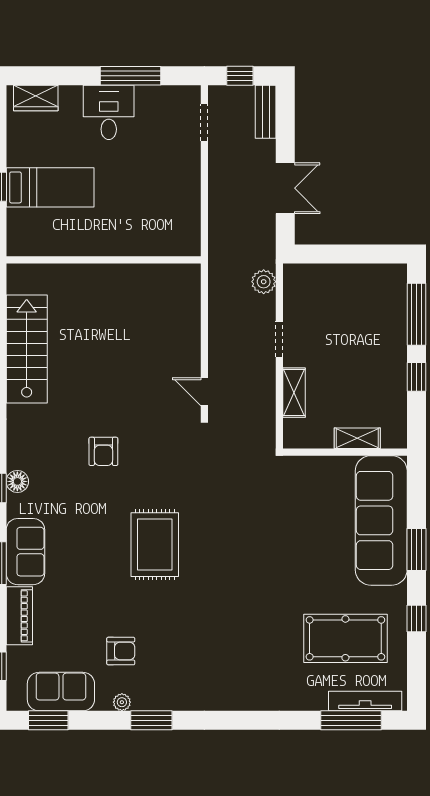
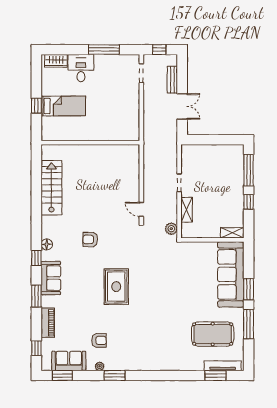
desk: (109, 112) -> (81, 68), moved
bench: (266, 112) -> (172, 80), moved
plant: (264, 282) -> (171, 229), moved
shelving: (357, 438) -> (232, 233), moved
armchair: (103, 451) -> (90, 239), turned 90
floor lamp: (17, 481) -> (47, 244), moved
sofa: (25, 552) -> (51, 278), moved
window: (416, 618) -> (249, 324), width x2.17
window: (351, 720) -> (215, 375), width x0.69

